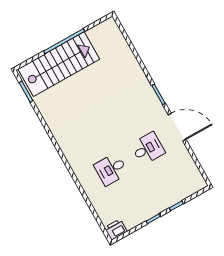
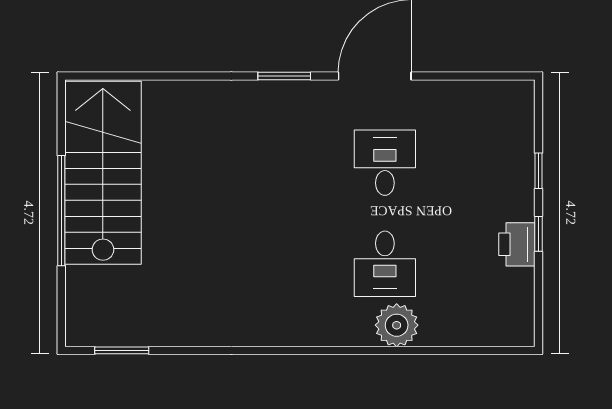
stairs: (59, 64) -> (103, 173), moved
plant: (91, 186) -> (397, 325), added
printer: (116, 230) -> (517, 244), moved

